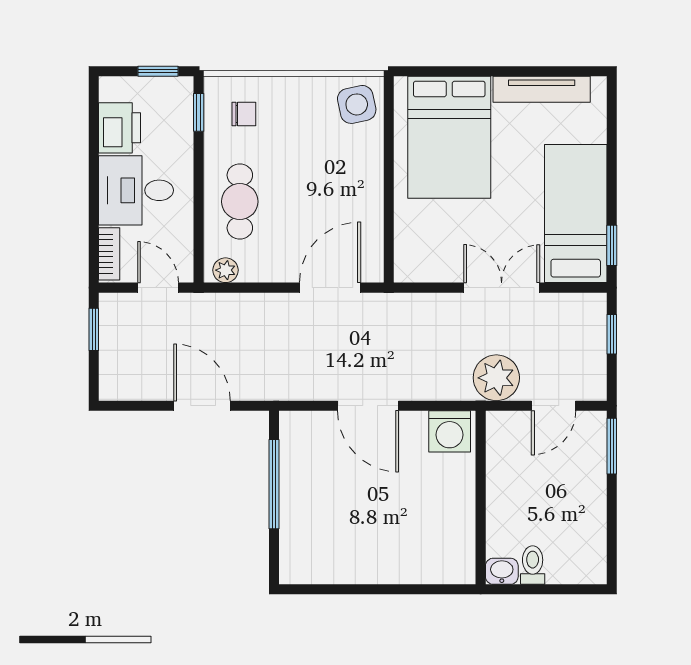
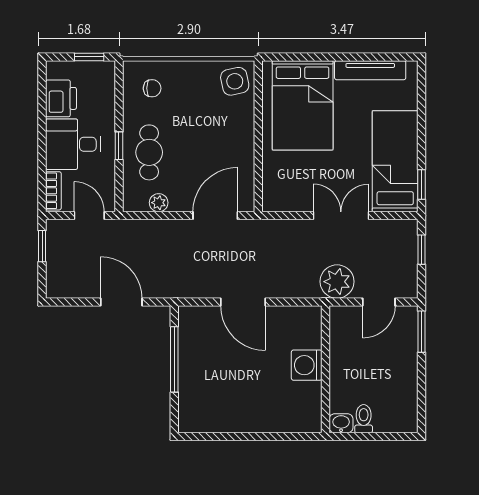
window: (199, 112) -> (119, 146), moved
plant: (225, 270) -> (159, 203), moved
washing machine: (450, 431) -> (307, 365), moved, turned 90

